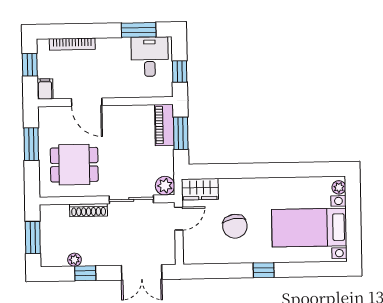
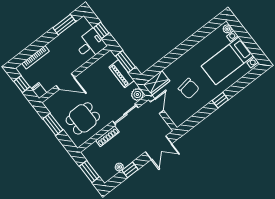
desk: (150, 57) -> (90, 44), moved, turned 90
piano: (164, 125) -> (122, 74), moved

